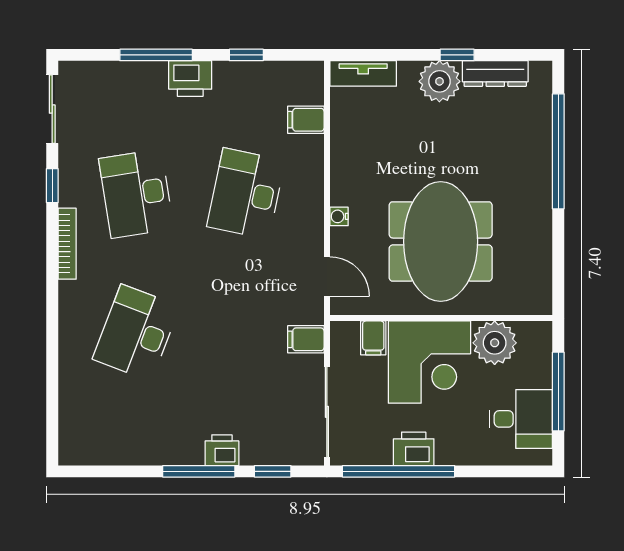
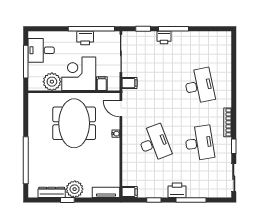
filing cabinet: (306, 120) -> (130, 192), moved
desk: (246, 194) -> (154, 143), turned -33
desk: (136, 333) -> (199, 86), turned -33

